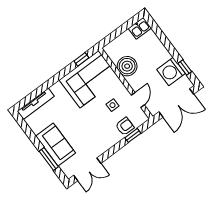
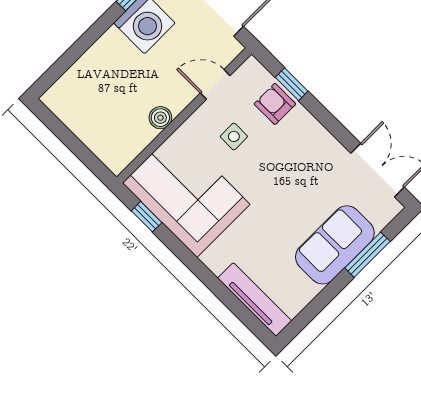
kitchen sink: (140, 28) -> (63, 103), removed
boiler: (127, 66) -> (160, 118), width x0.54, depth x0.54

